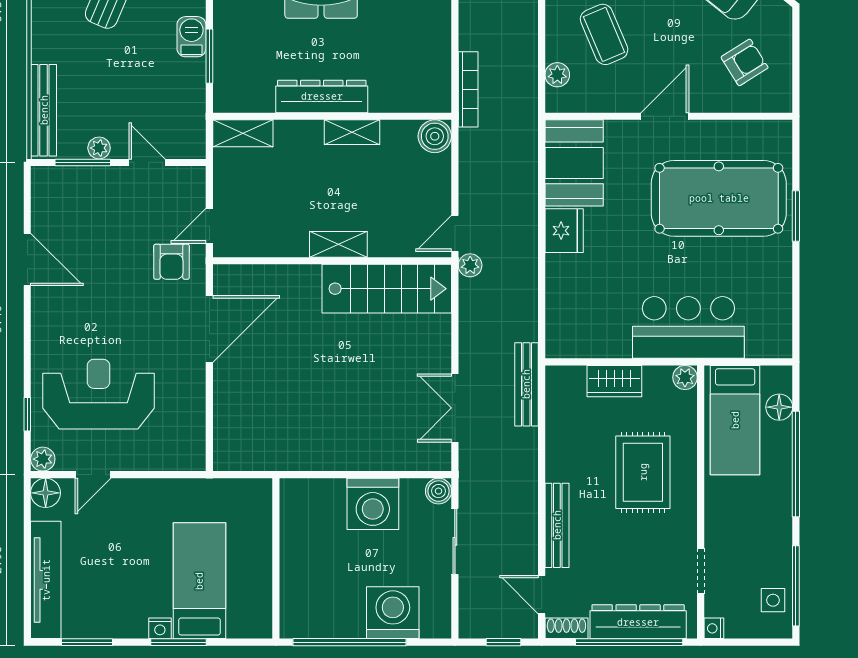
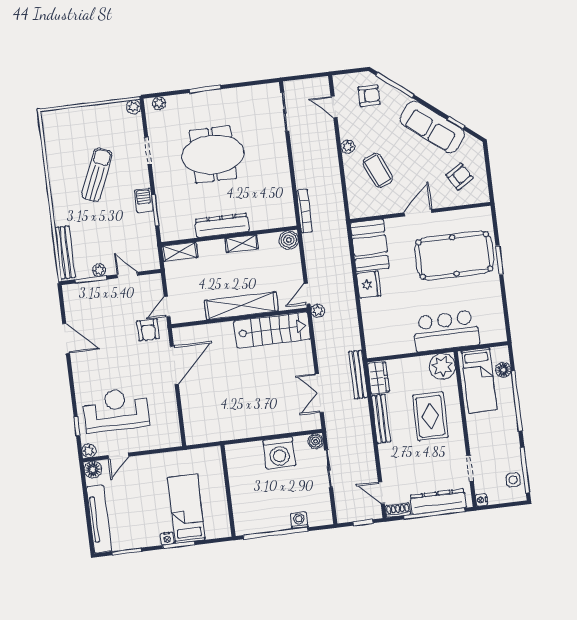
plant: (557, 75) -> (354, 197), removed
shelving: (338, 244) -> (241, 306), width x2.20, depth x1.33
plant: (685, 377) -> (442, 366), width x1.88, depth x1.88
wardrobe: (614, 381) -> (378, 378), moved, turned -90
bench: (557, 525) -> (381, 419), moved
washing machine: (393, 613) -> (299, 520), width x0.53, depth x0.53

